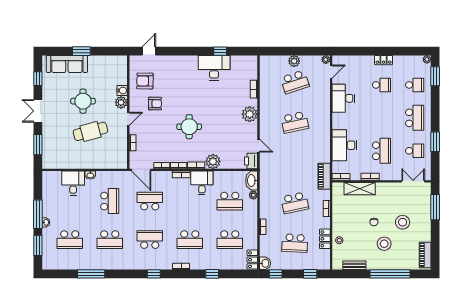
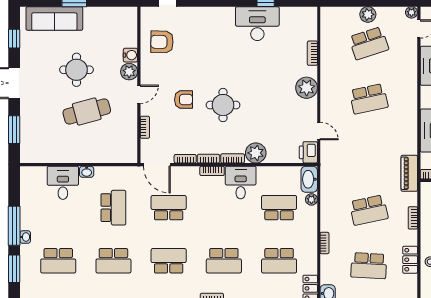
armchair: (155, 104) -> (183, 100), moved
school desk: (230, 201) -> (279, 208), turned 180

